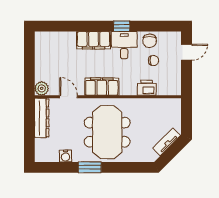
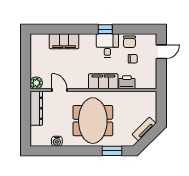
filing cabinet: (93, 40) -> (64, 41), moved
filing cabinet: (102, 87) -> (103, 81), moved
window: (90, 167) -> (112, 151), moved

